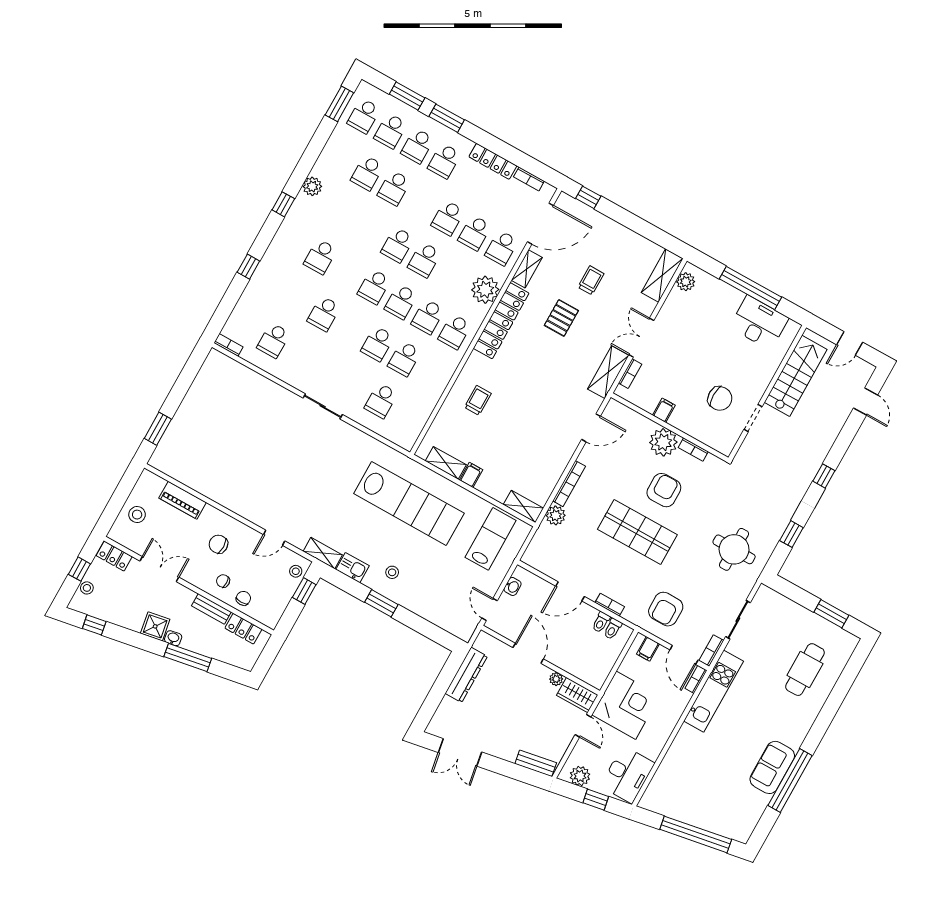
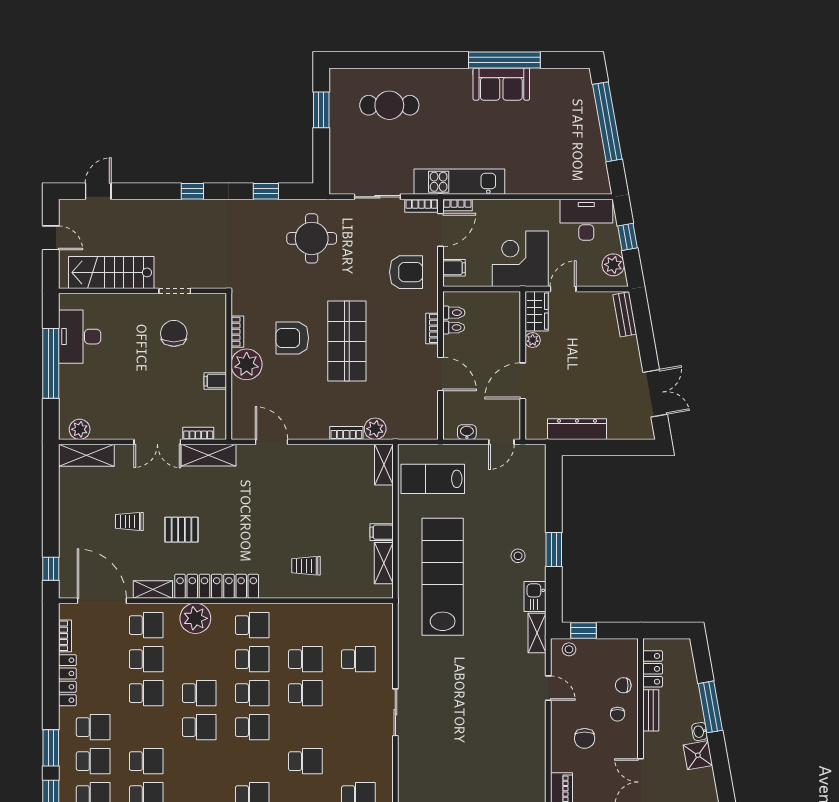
bookcase: (569, 484) -> (346, 433), width x0.64

